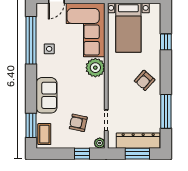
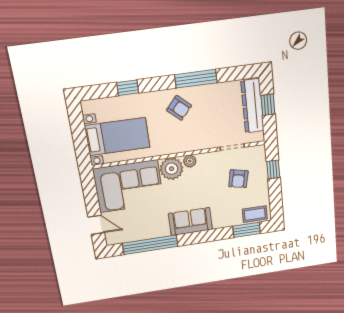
side table: (49, 49) -> (157, 224), removed
sofa: (46, 95) -> (190, 222), moved
window: (166, 111) -> (196, 79), moved
plant: (100, 143) -> (190, 161), moved
window: (137, 154) -> (268, 105), width x0.67

